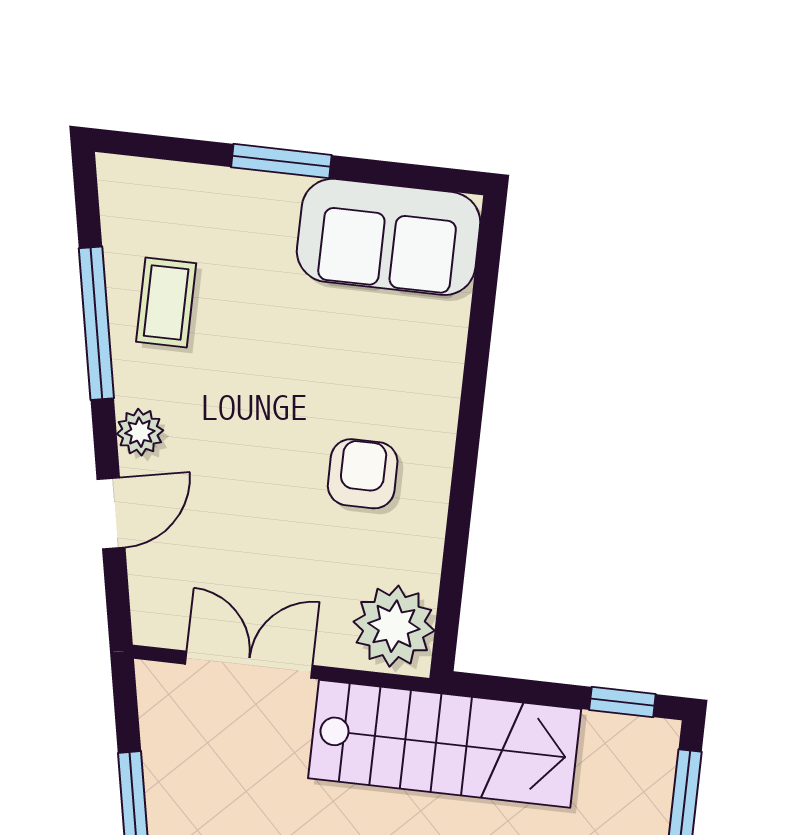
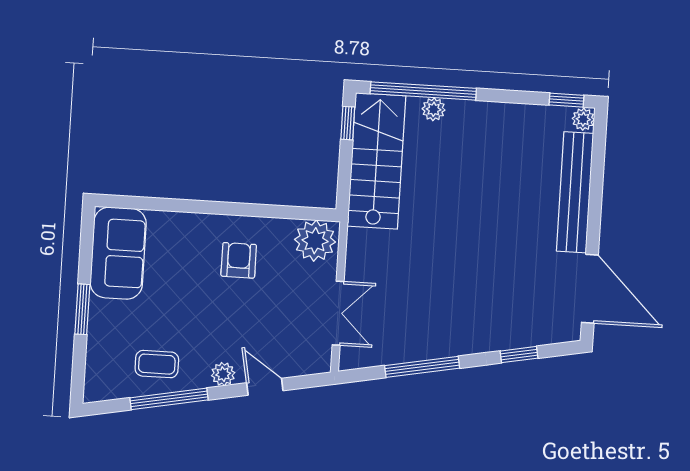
armchair: (363, 474) -> (239, 260), turned 90
double door: (249, 665) -> (338, 313), swing flipped
stairs: (445, 744) -> (377, 161), moved

